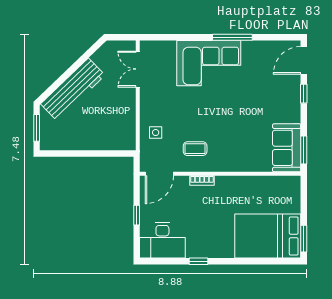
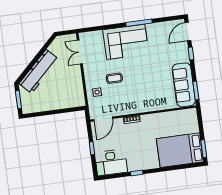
sofa: (287, 148) -> (184, 85), width x1.36
coffee table: (195, 149) -> (114, 78), moved

